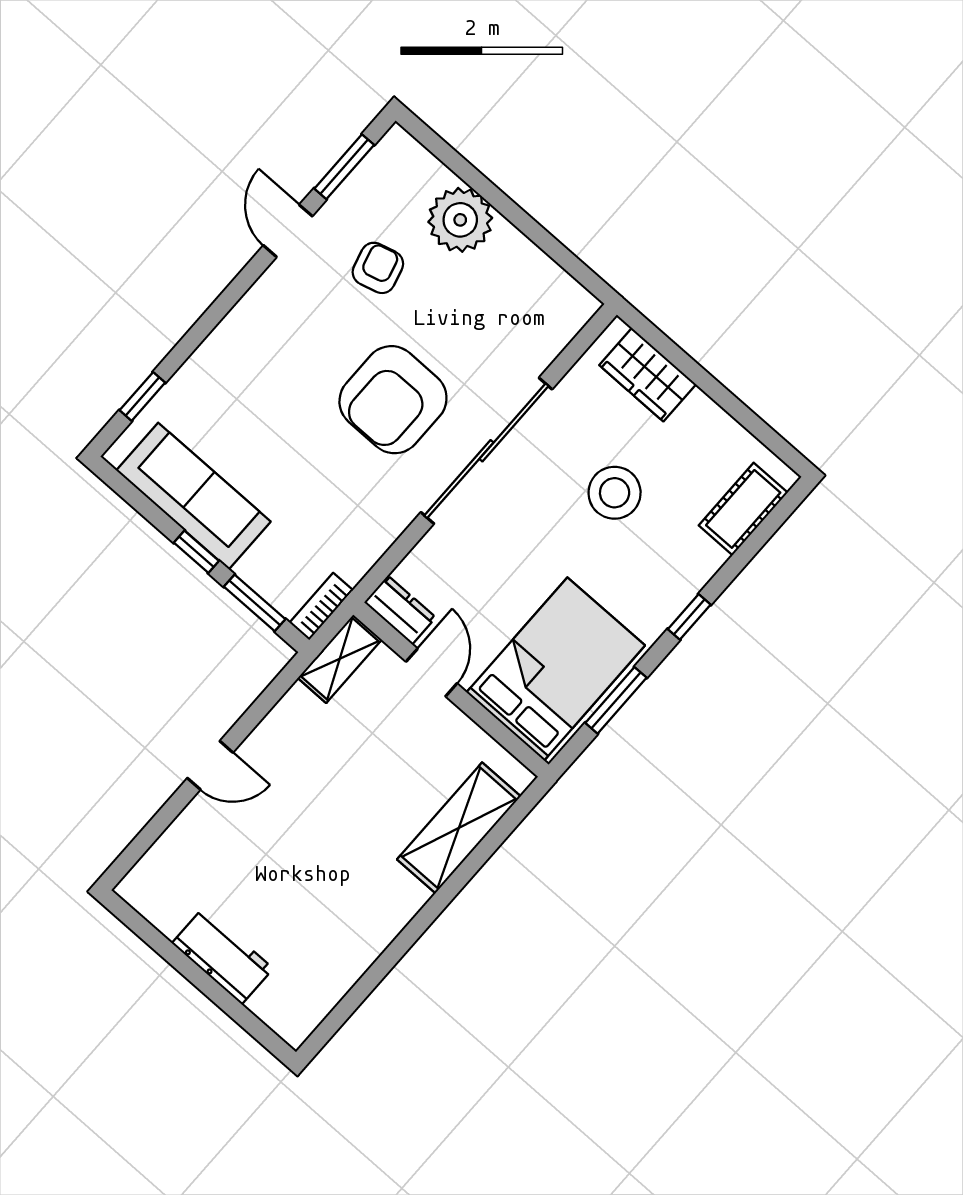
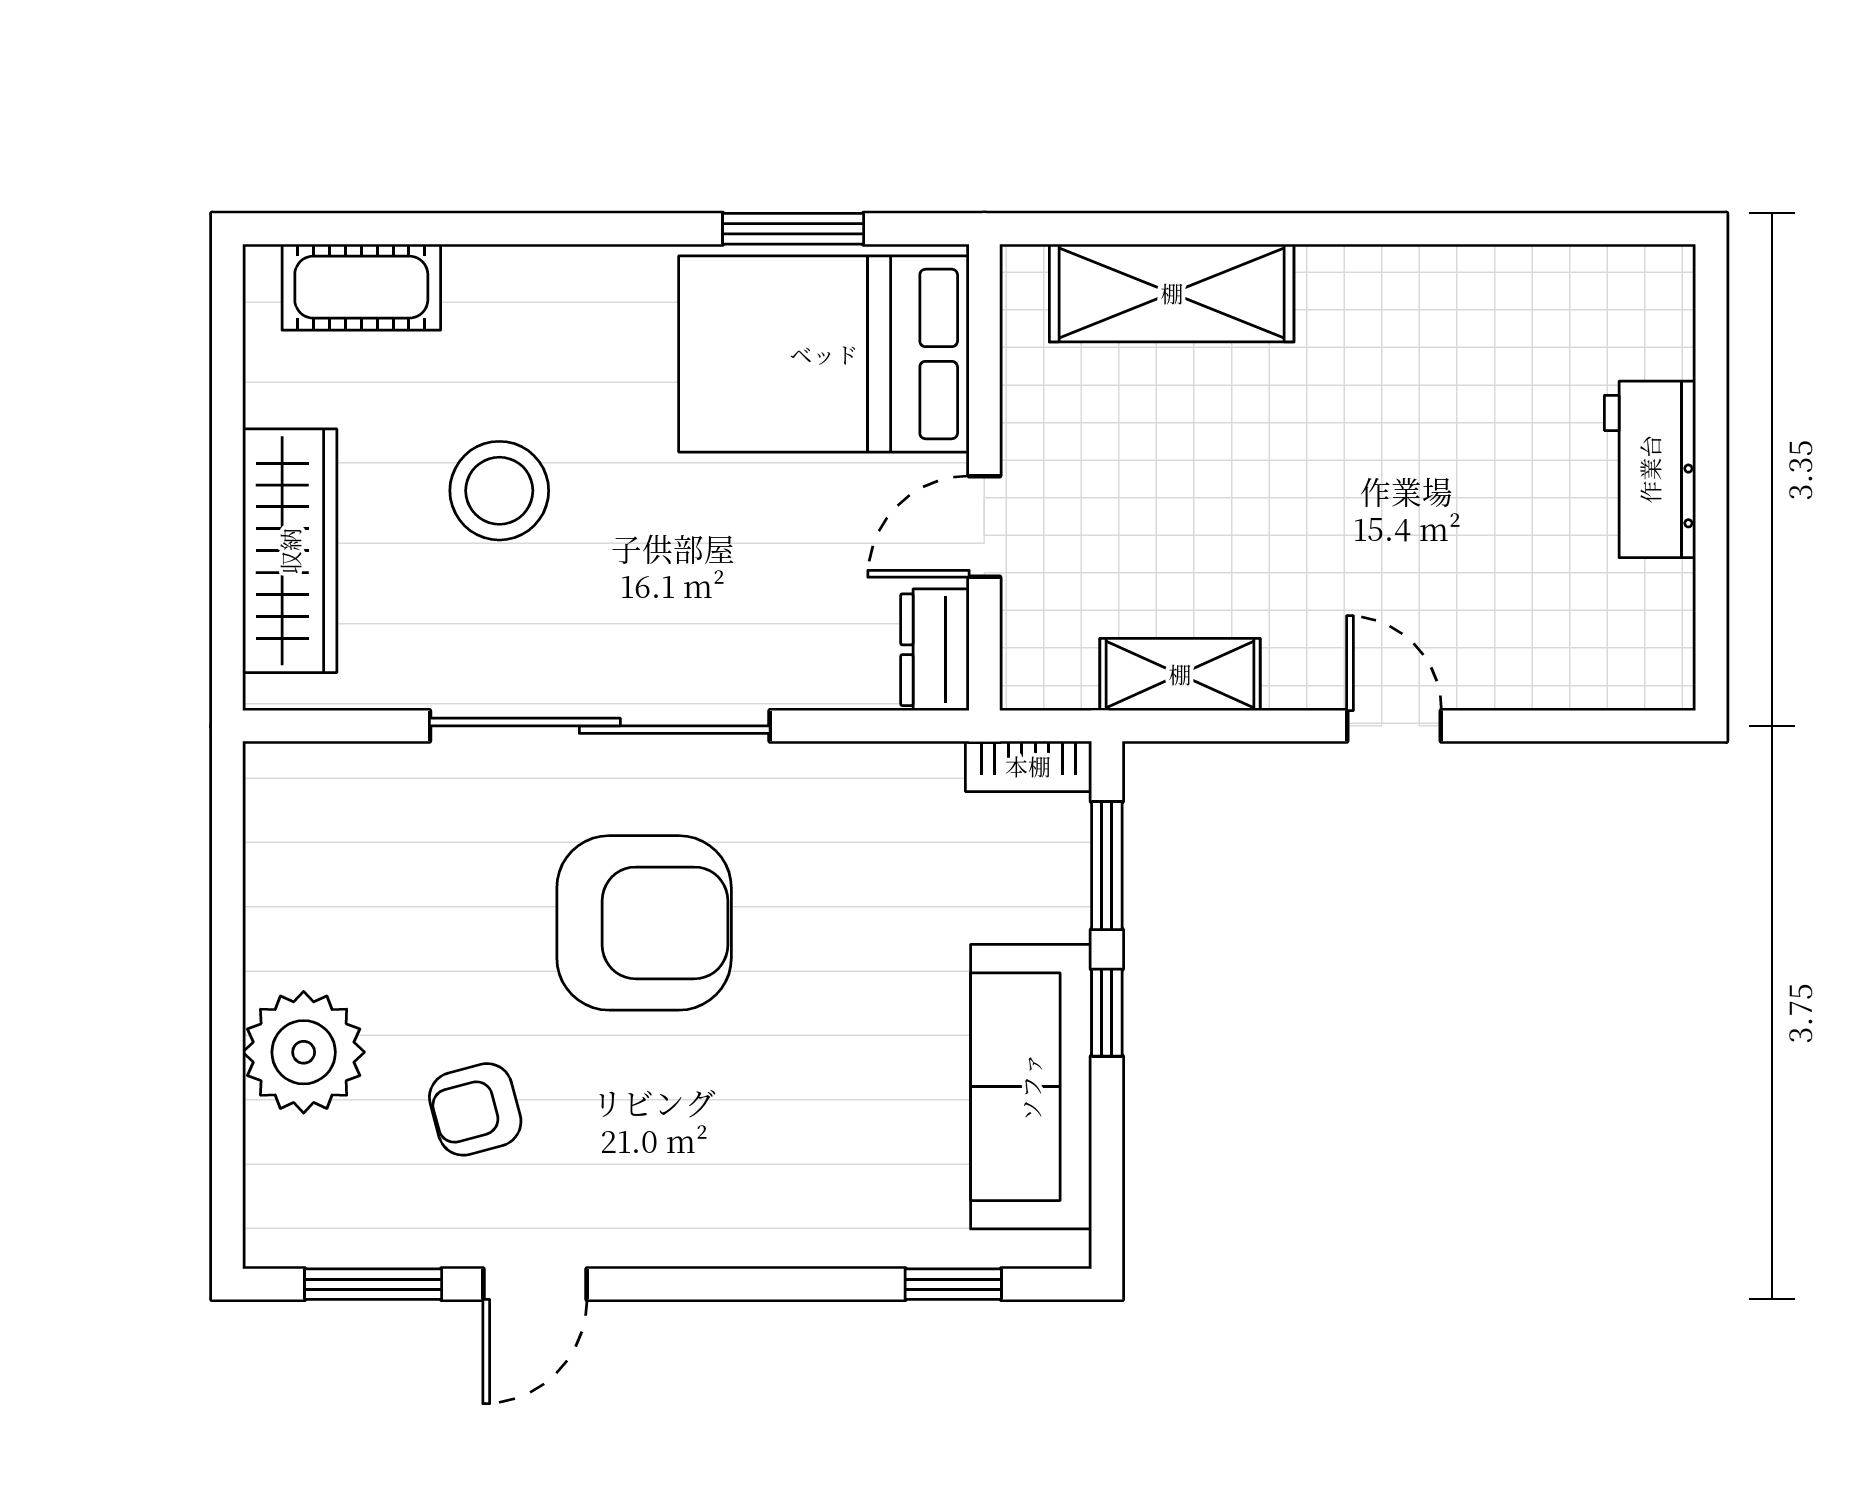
wardrobe: (648, 375) -> (290, 551), width x1.50
window: (689, 617) -> (583, 229), removed
shelving: (340, 659) -> (1180, 674), moved

